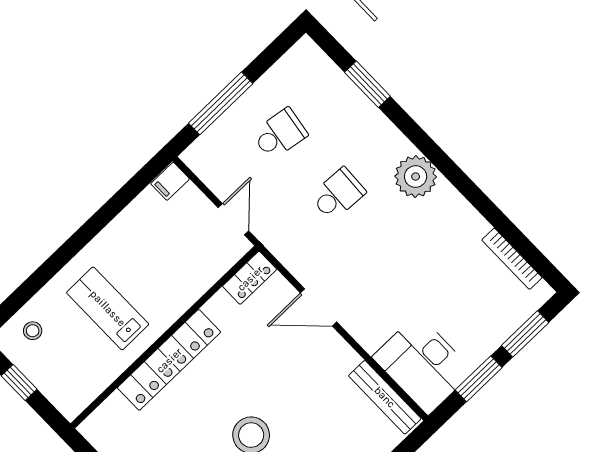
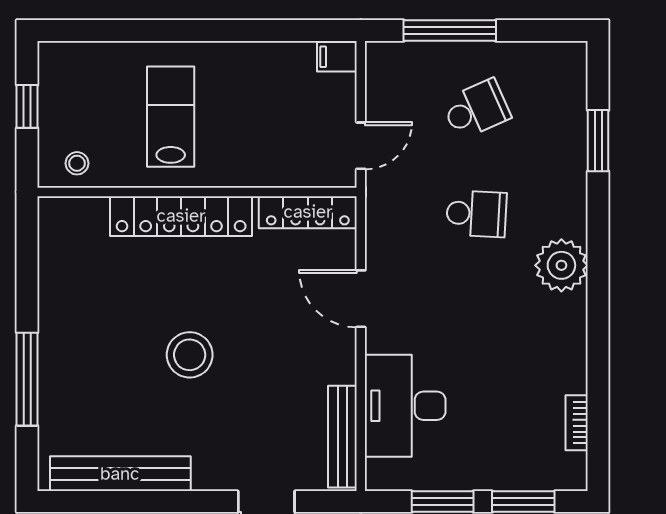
school desk: (280, 134) -> (476, 109), turned -33
bookcase: (512, 259) -> (577, 423), width x0.64
locker: (250, 278) -> (308, 212), width x1.53
stool: (33, 331) -> (77, 163), moved
desk: (423, 364) -> (405, 406), moved

